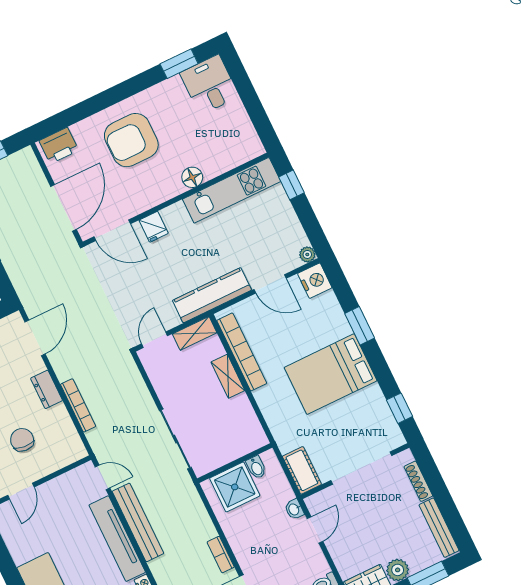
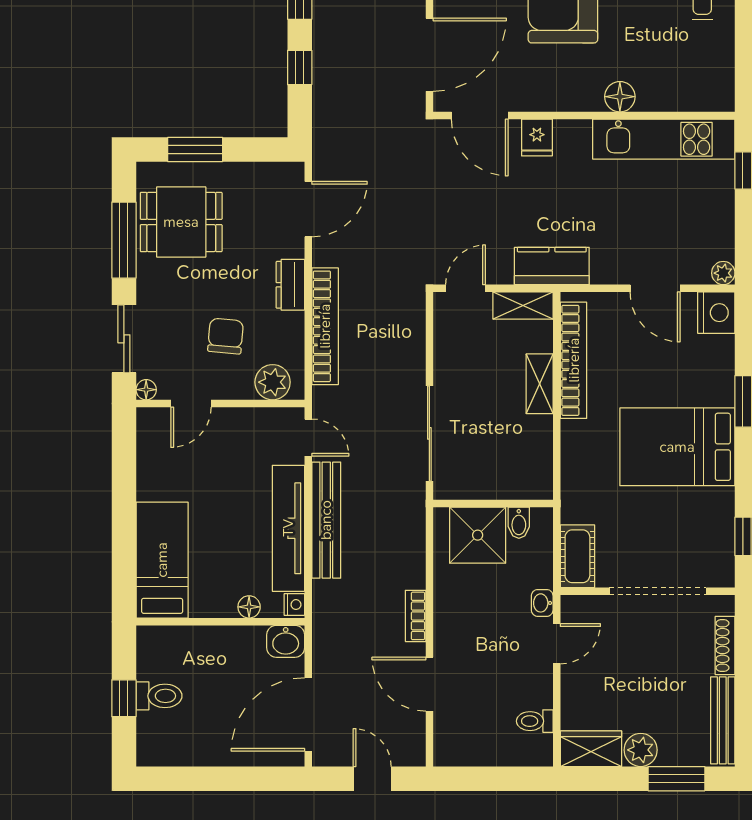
kitchen counter: (212, 295) -> (552, 266), width x0.67
bookcase: (78, 405) -> (325, 326), width x1.48, depth x1.31
plant: (64, 454) -> (273, 382), added

